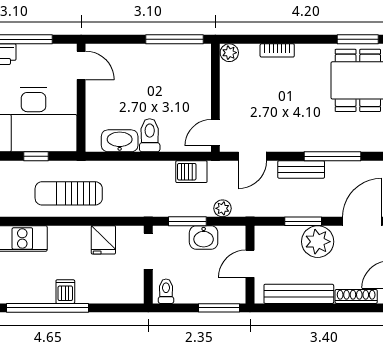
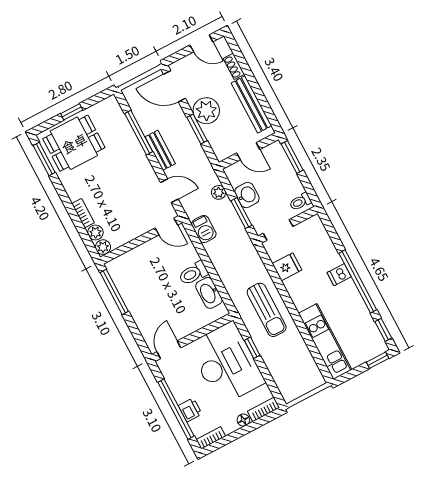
plant: (249, 53) -> (95, 232), added
shoe rack: (356, 296) -> (234, 66), width x0.70

